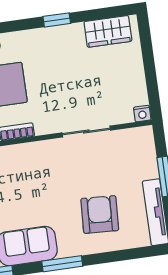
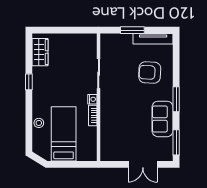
nightstand: (142, 114) -> (92, 99), moved

